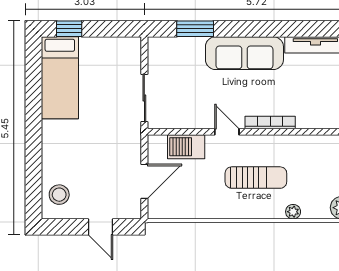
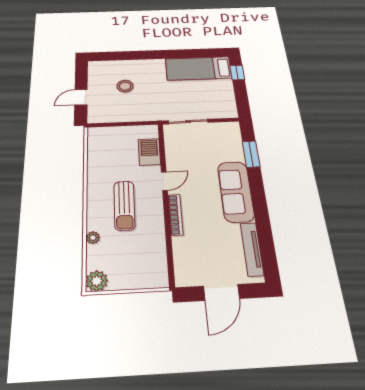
door: (144, 181) -> (119, 124), removed
stool: (59, 195) -> (125, 86), moved

